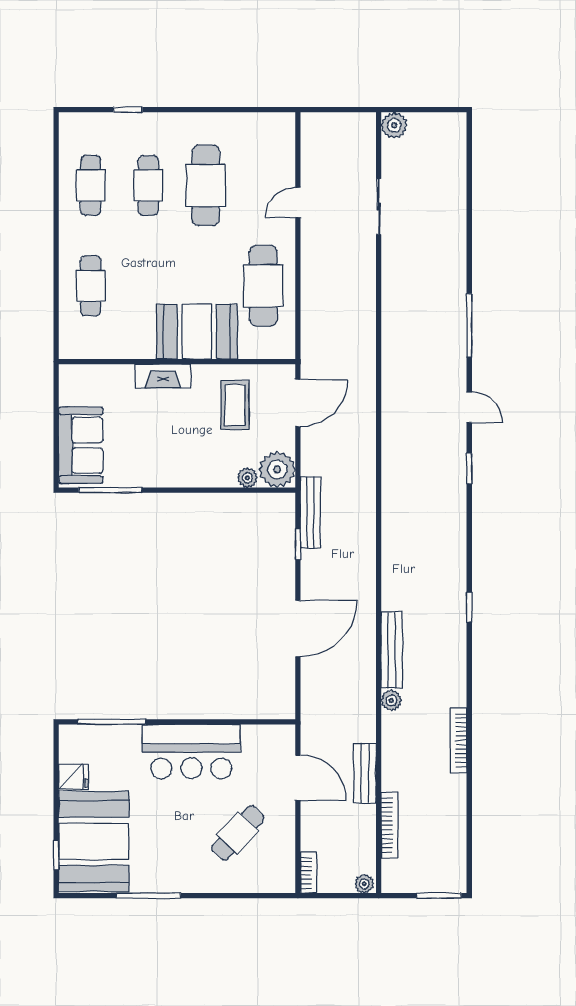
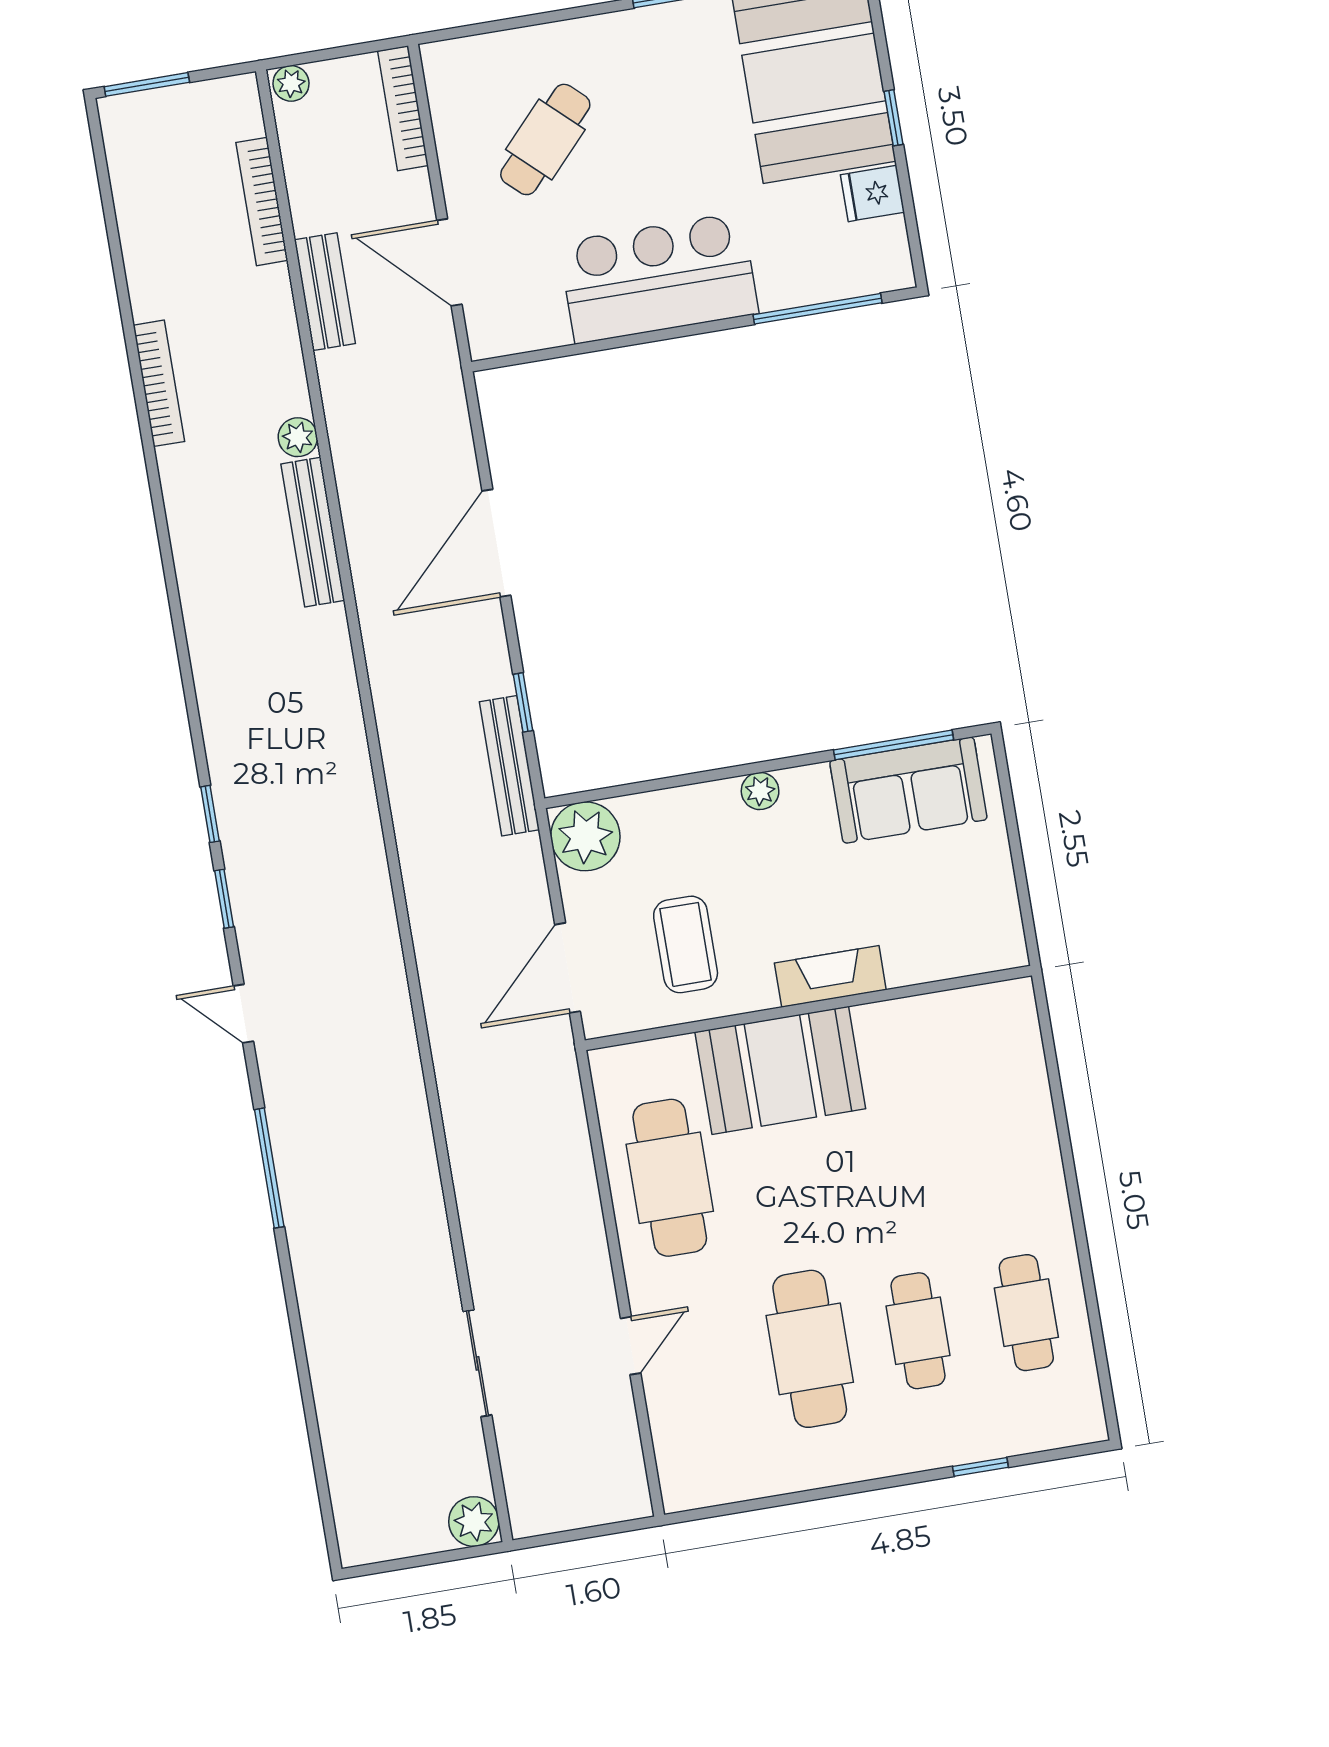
cafe table: (91, 286) -> (995, 1123), removed
sofa: (81, 445) -> (908, 790), moved, turned -90
plant: (247, 478) -> (760, 791), moved
window: (469, 607) -> (210, 814), moved
window: (56, 855) -> (893, 118), moved
bookcase: (309, 873) -> (403, 108), width x1.56

